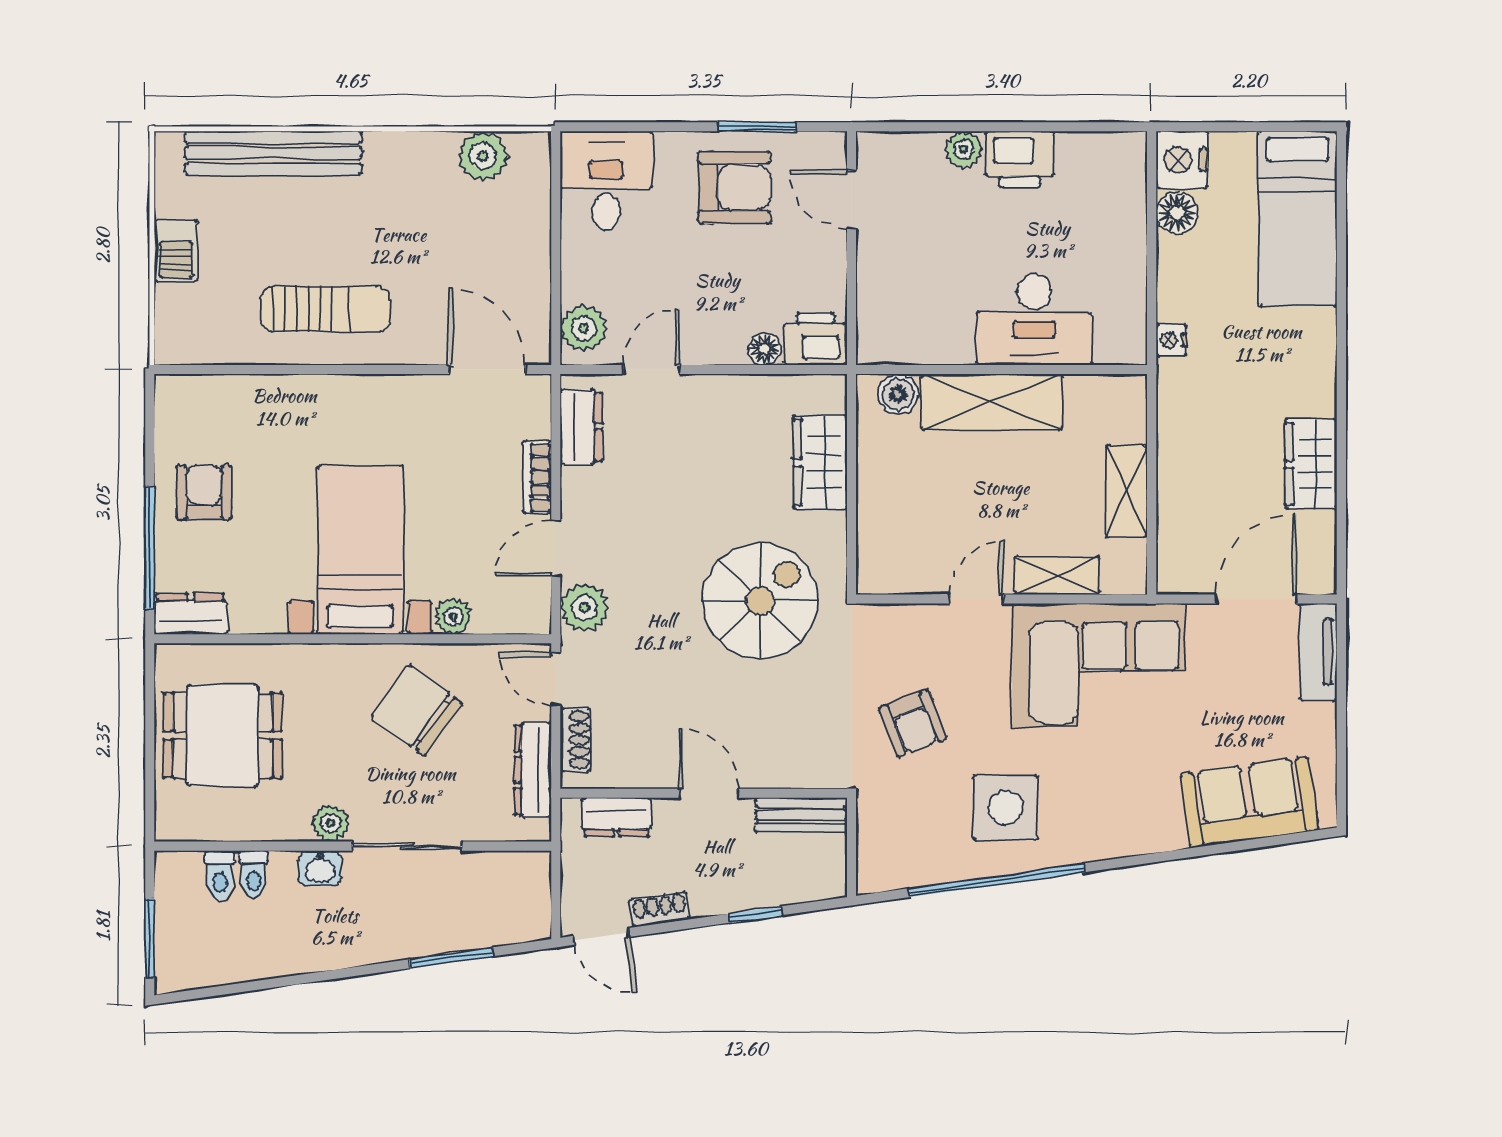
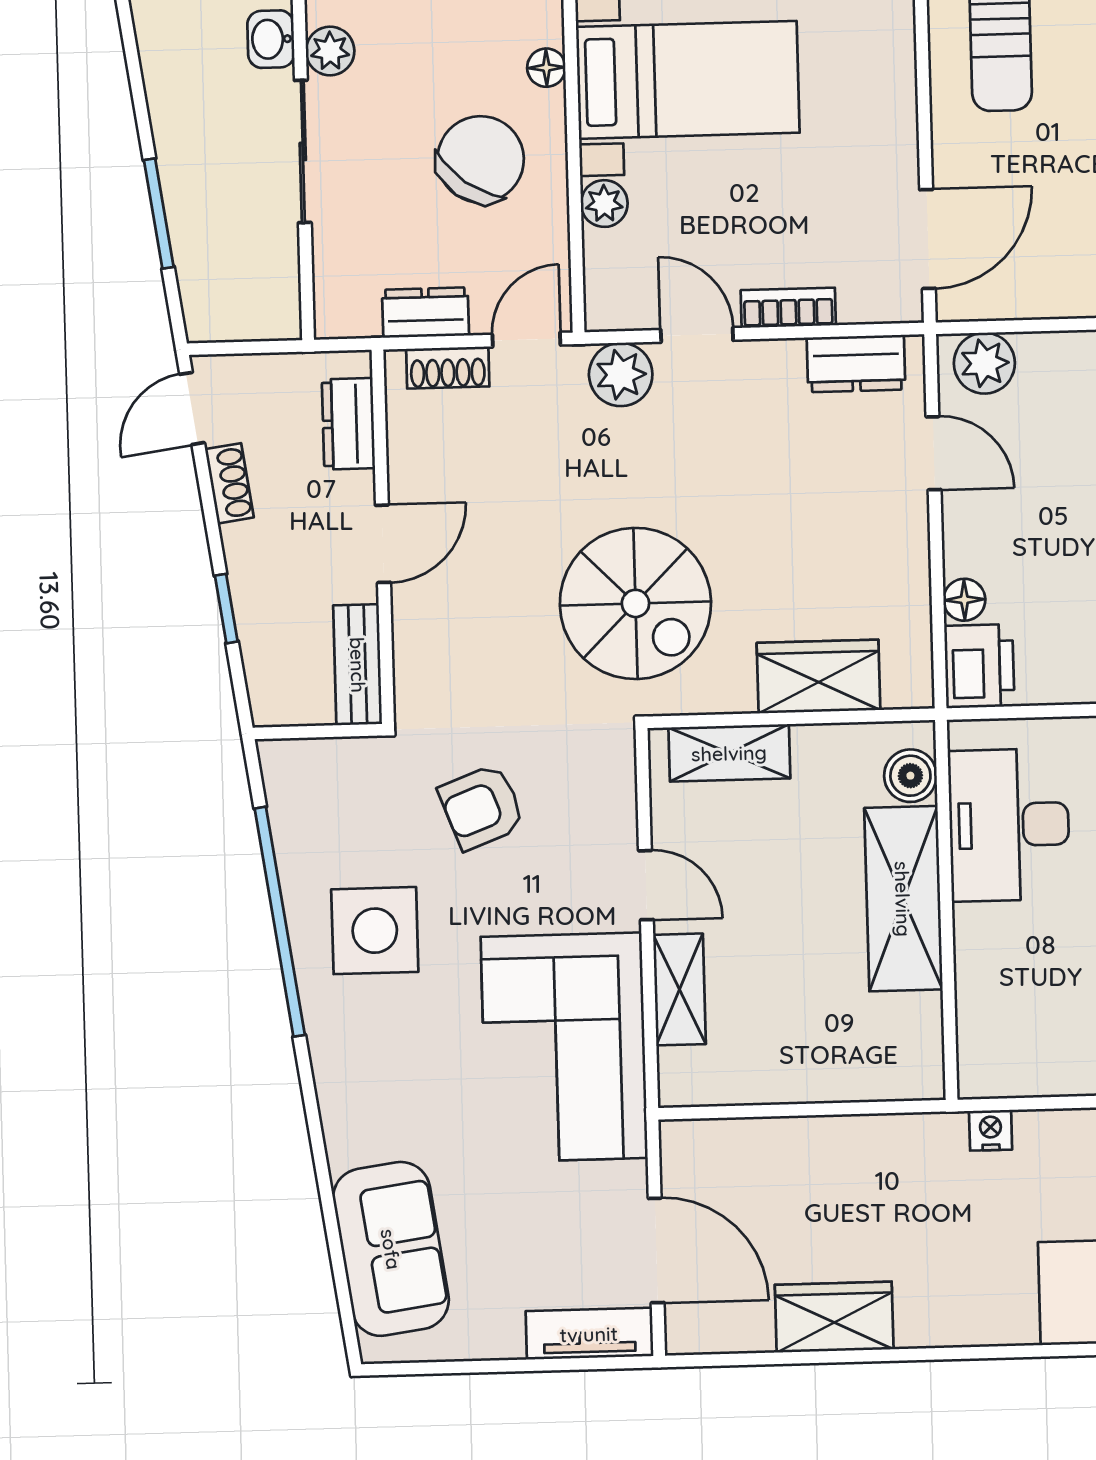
desk: (1034, 320) -> (1009, 825), moved
shelving: (1126, 491) -> (729, 753), moved
floor lamp: (348, 658) -> (546, 68), added
dresser: (533, 770) -> (426, 313), width x0.70

